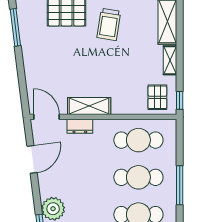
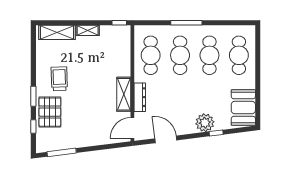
trolley: (109, 24) -> (59, 79), turned -101
pallet: (157, 97) -> (117, 40), removed
dresser: (80, 126) -> (140, 97), width x1.44

